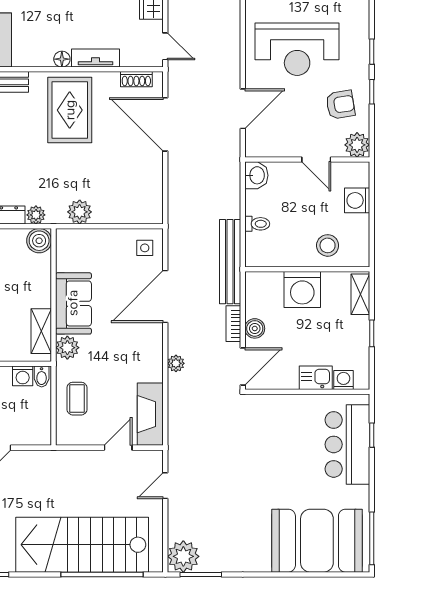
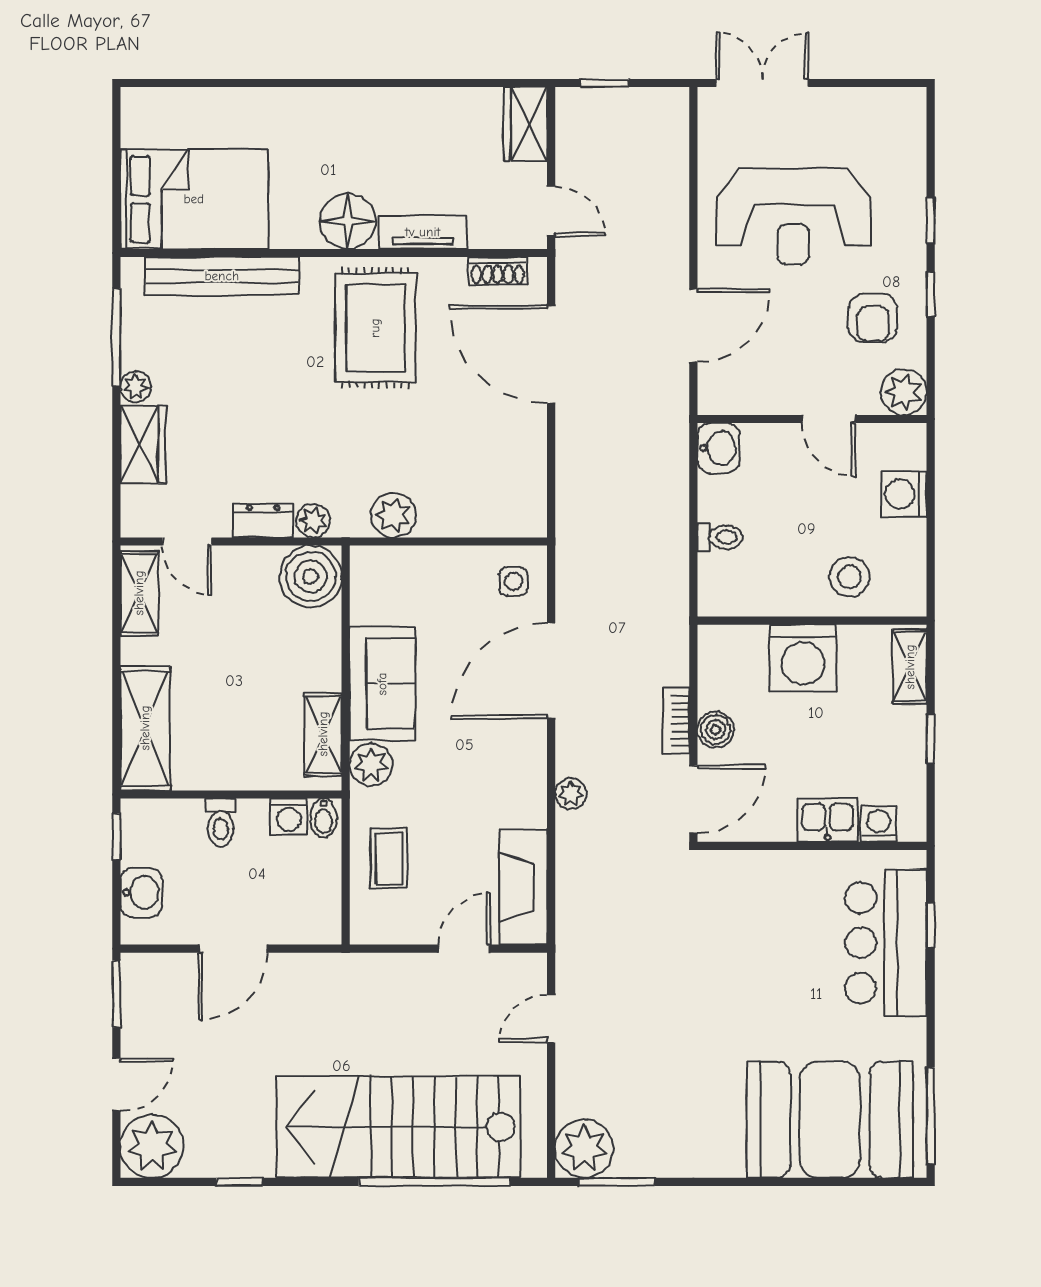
floor lamp: (62, 59) -> (348, 221), width x1.89, depth x1.89
armchair: (340, 105) -> (873, 318), turned 99
boiler: (39, 241) -> (311, 576), width x1.37, depth x1.37
bench: (230, 262) -> (670, 607), removed

